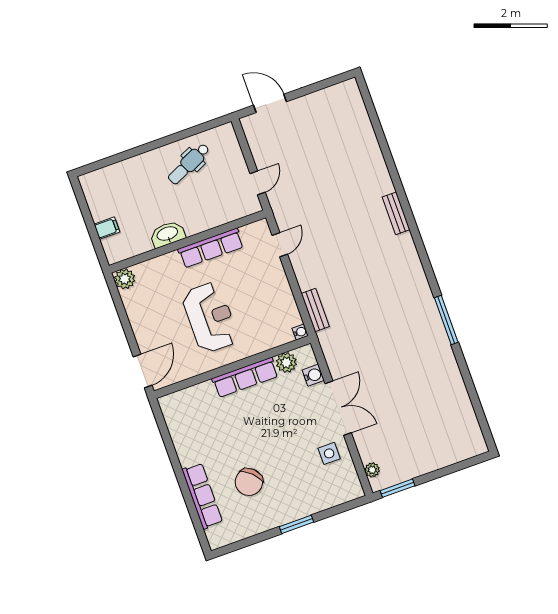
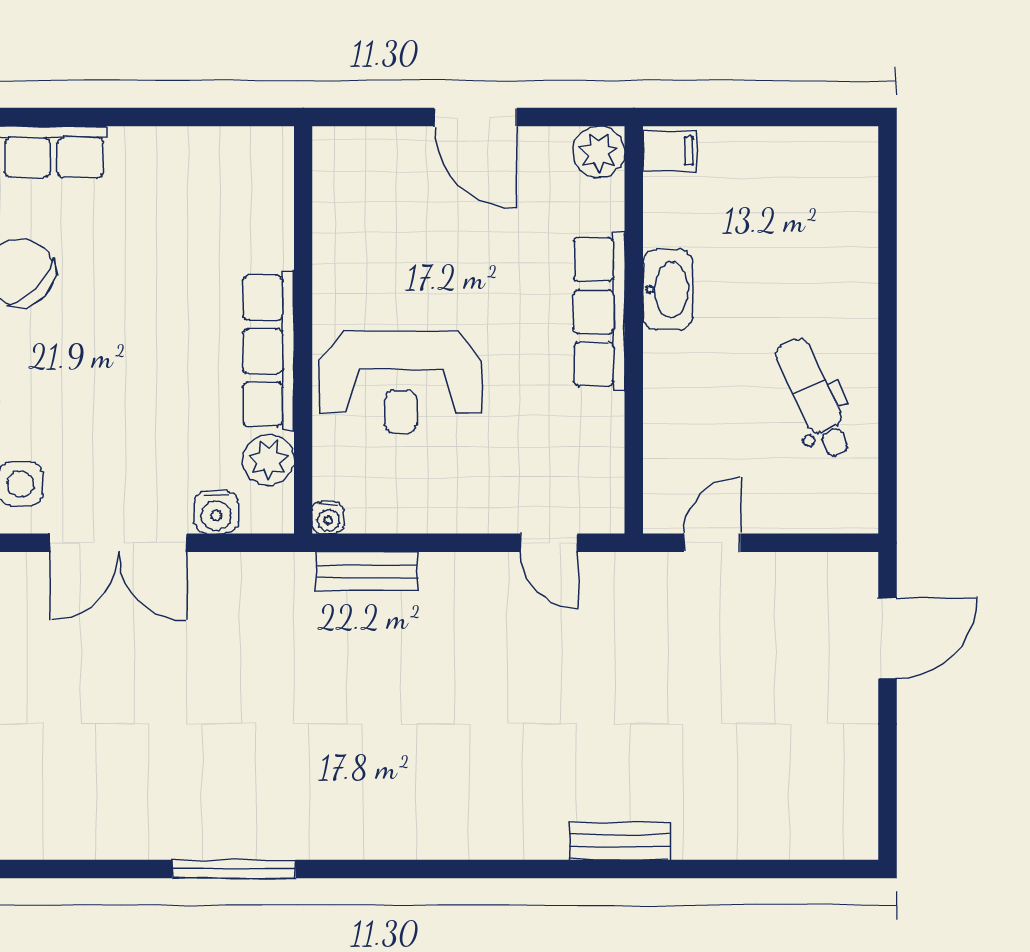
door: (258, 183) -> (712, 543), swing flipped
bench: (396, 213) -> (620, 841), moved
filing cabinet: (107, 228) -> (670, 151), moved, turned -90
row of seats: (211, 248) -> (599, 312), moved
reception desk: (210, 317) -> (401, 382), moved
door: (143, 371) -> (476, 117), moved

